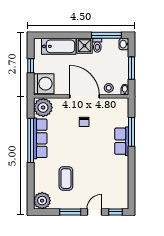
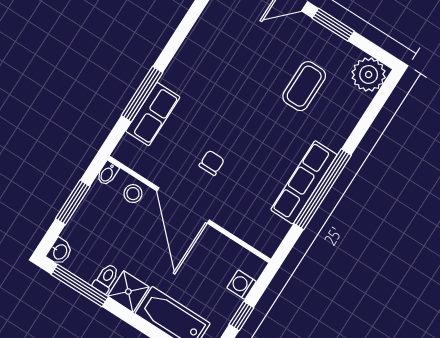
washing machine: (44, 84) -> (242, 285), width x0.53, depth x0.53
plant: (43, 108) -> (266, 232), removed
row of seats: (122, 141) -> (153, 114), moved

